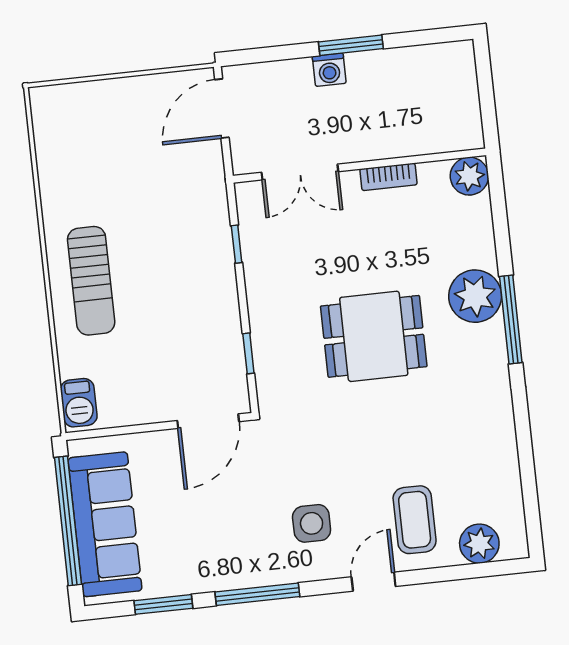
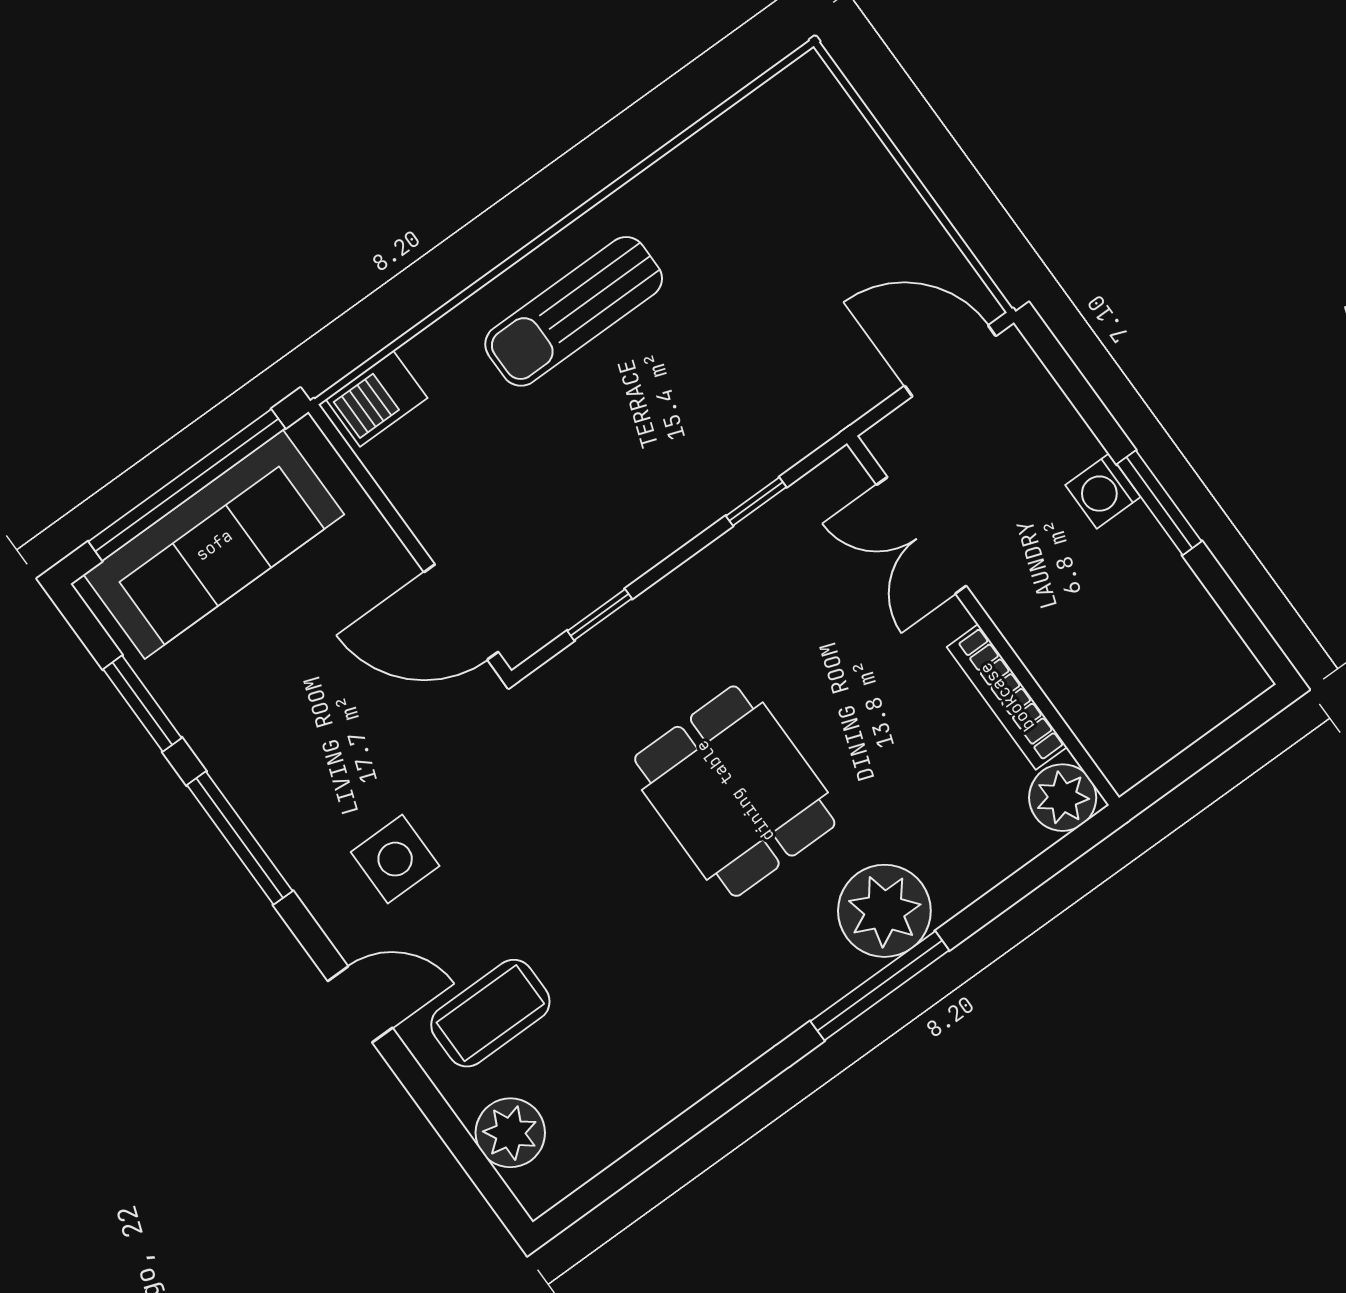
bookcase: (388, 177) -> (1007, 697), width x1.56

